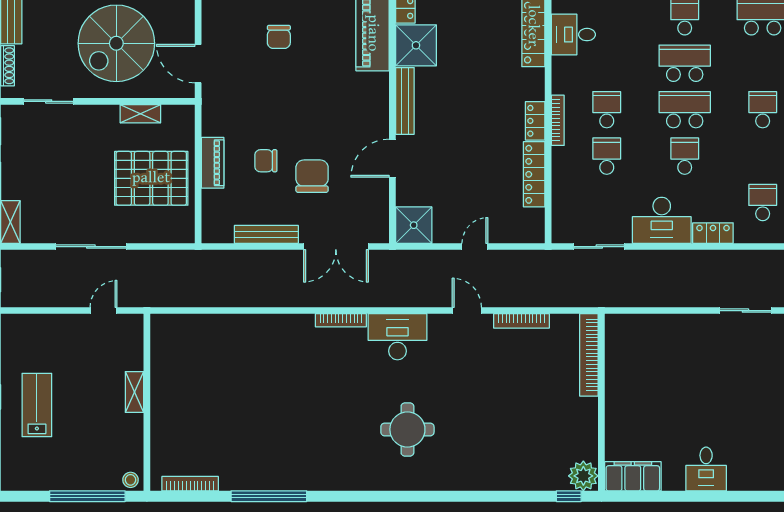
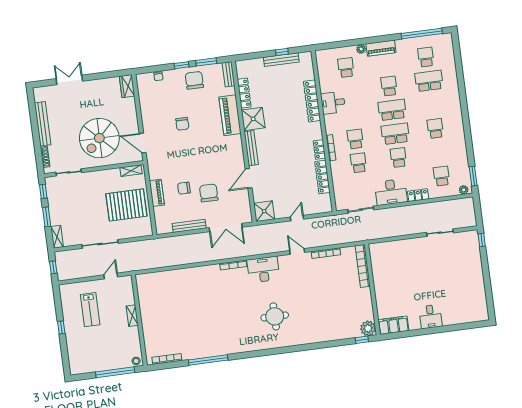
shelving: (140, 114) -> (131, 171), moved
lab bench: (37, 405) -> (90, 310), moved, turned 180

